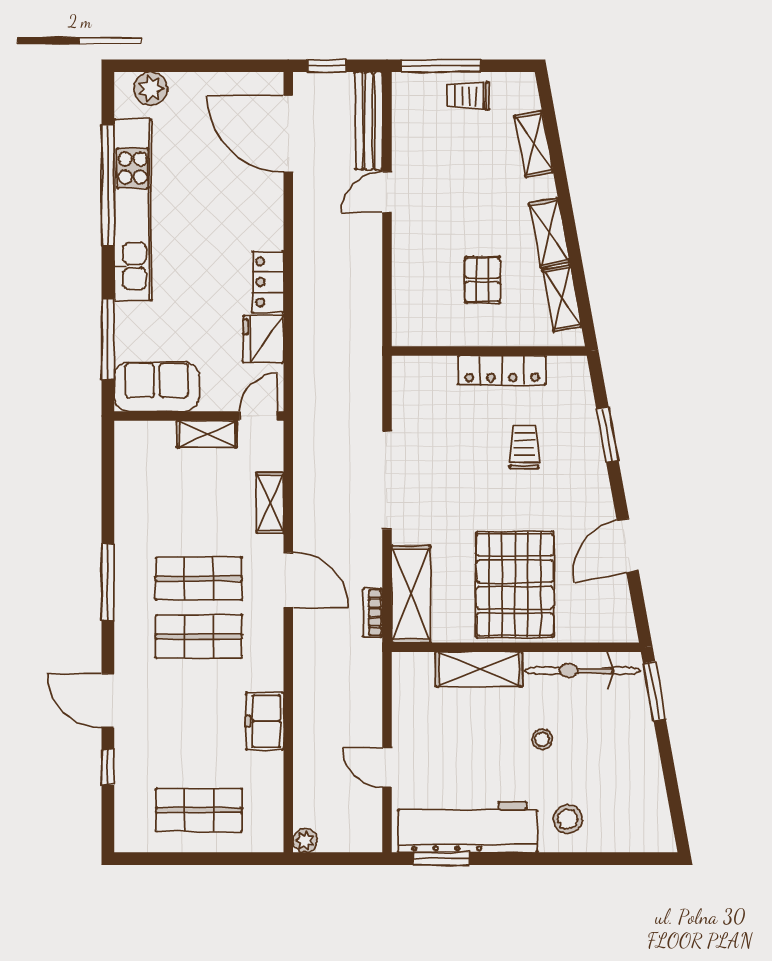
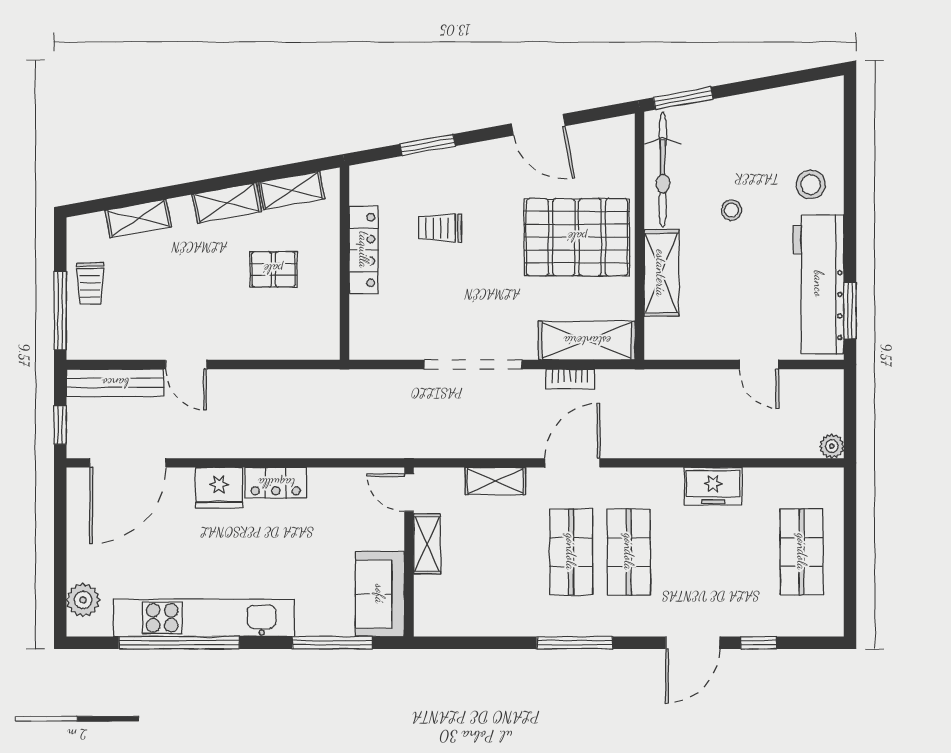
fridge: (263, 339) -> (219, 488), moved
bookcase: (373, 613) -> (570, 379), moved
door: (387, 767) -> (759, 365), hinge flipped

